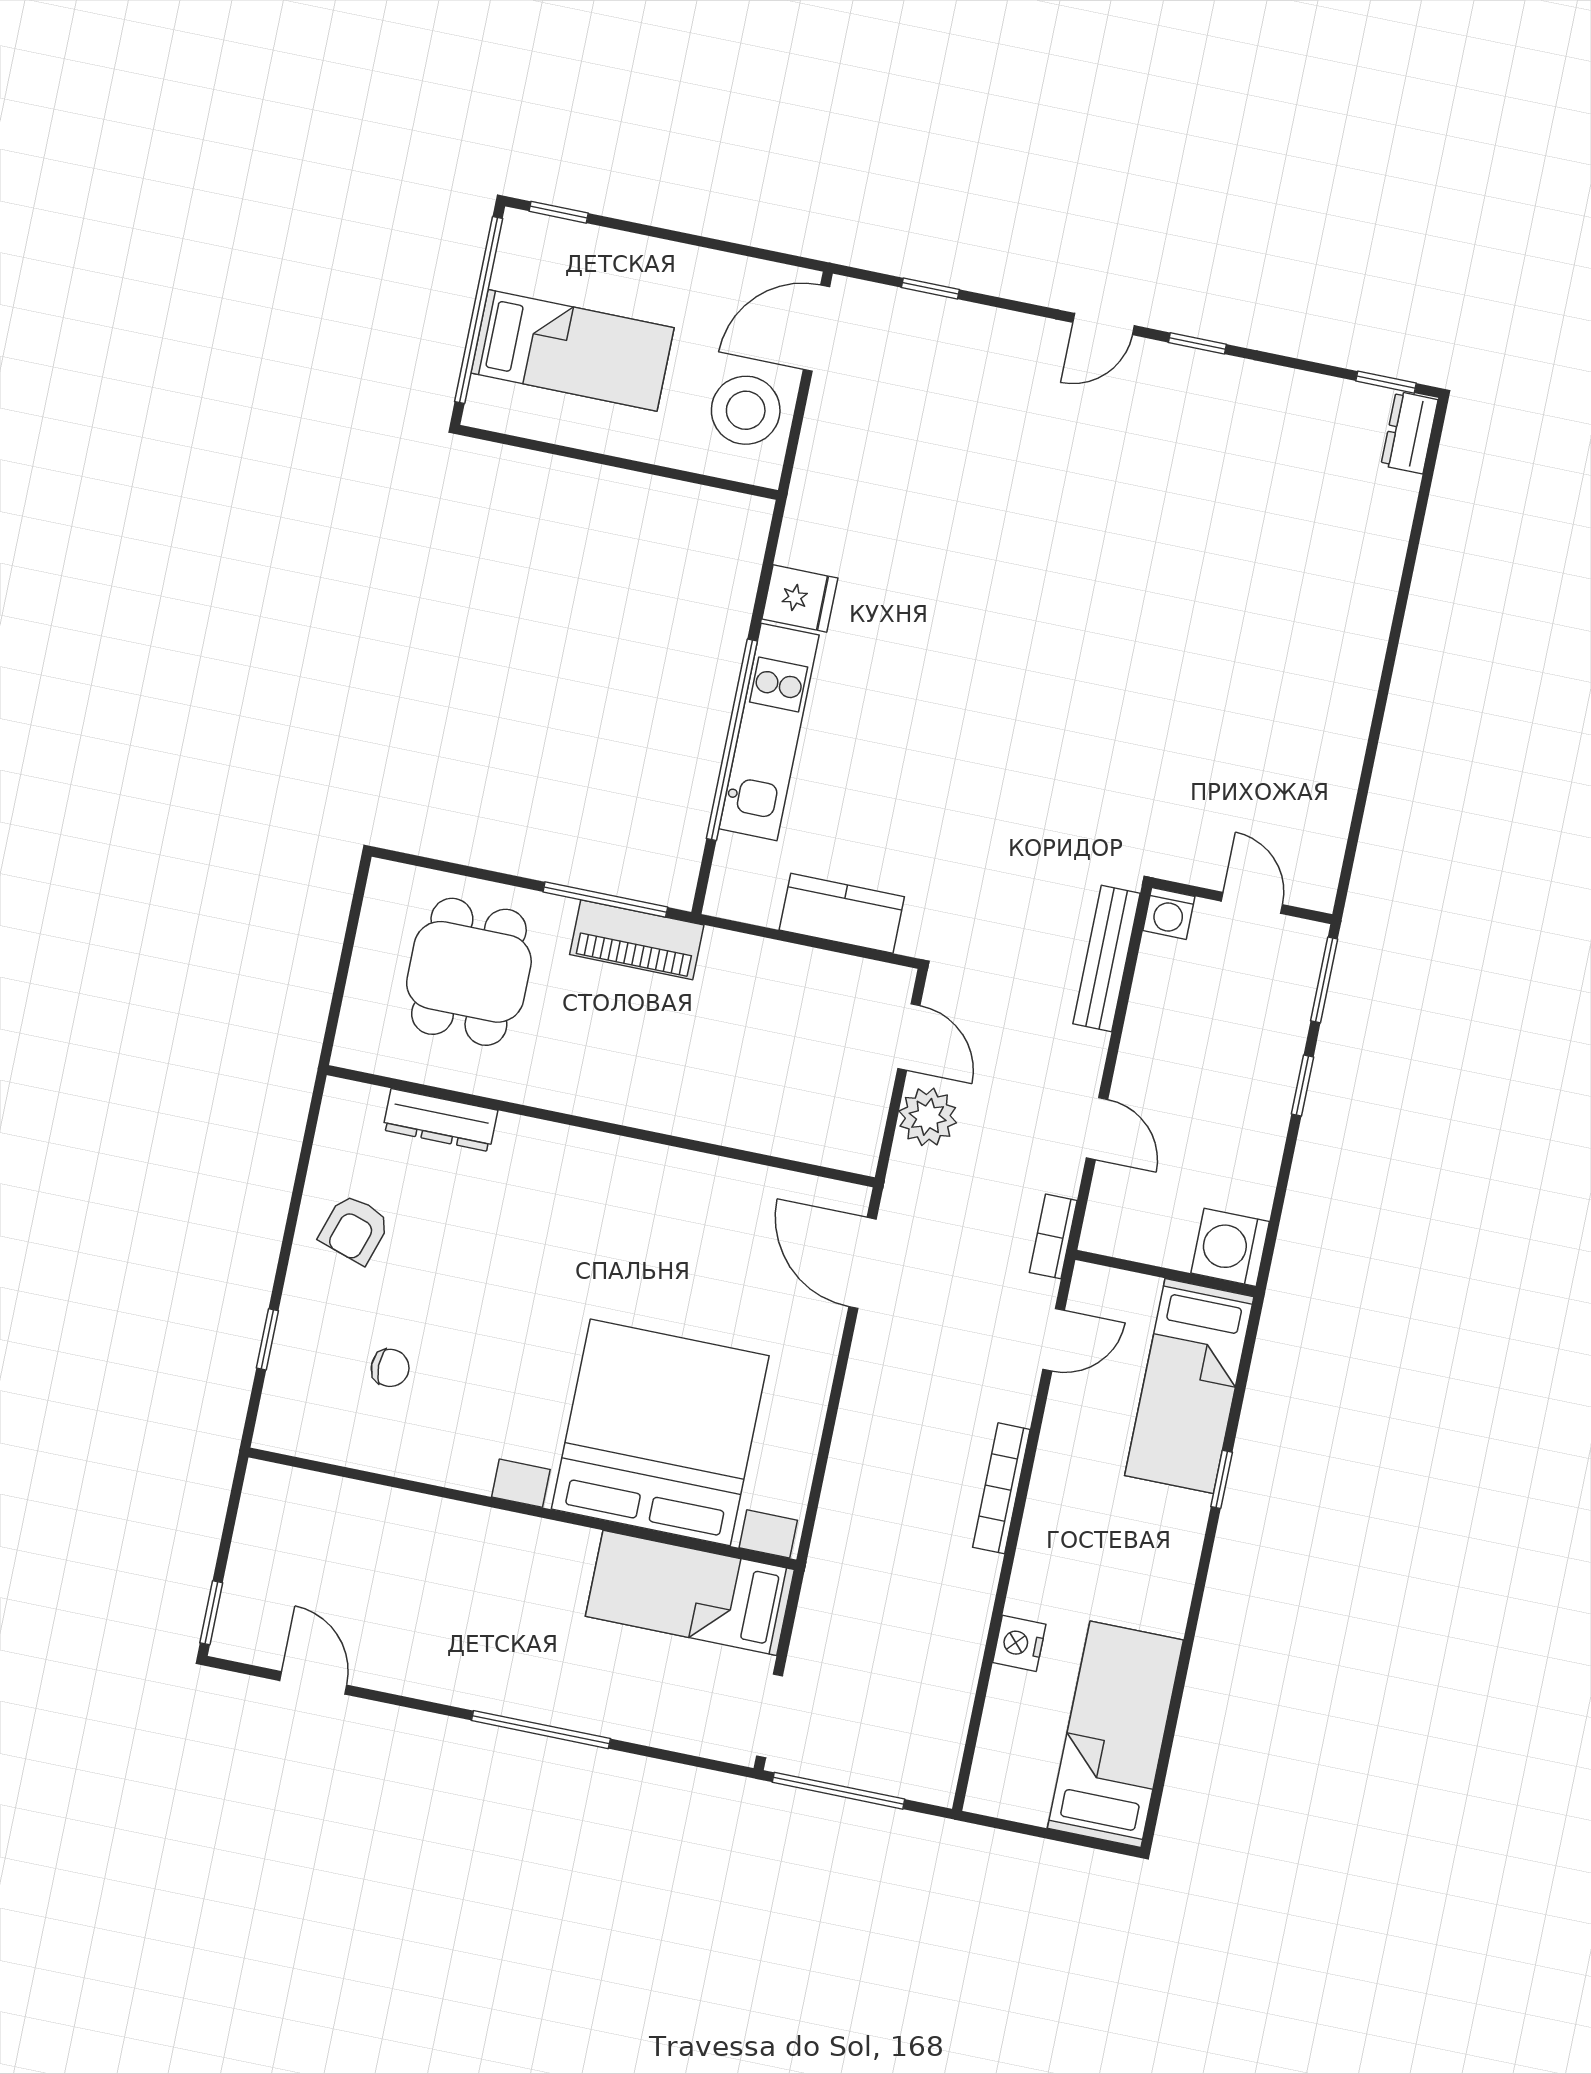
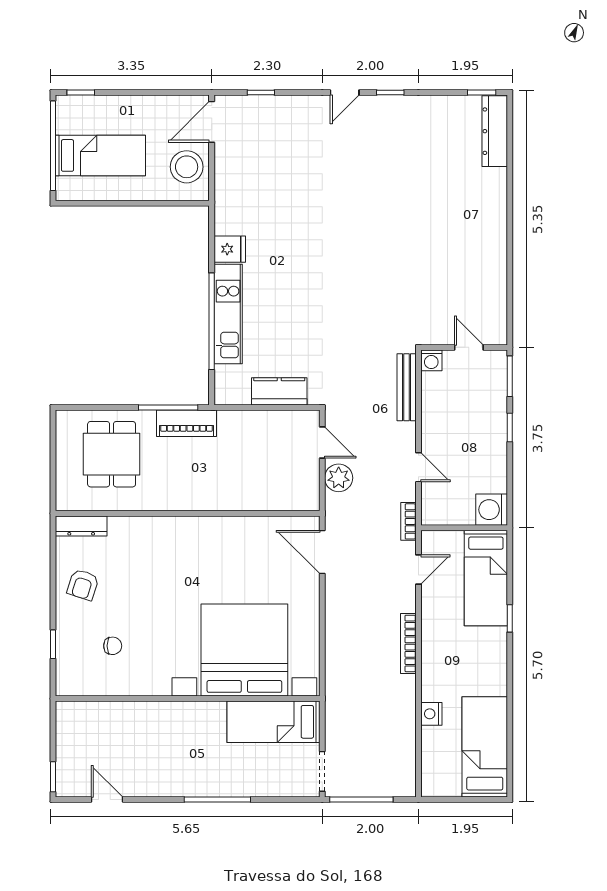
dresser: (1409, 432) -> (495, 131), width x1.96, depth x1.24
dresser: (440, 1120) -> (81, 526), moved

